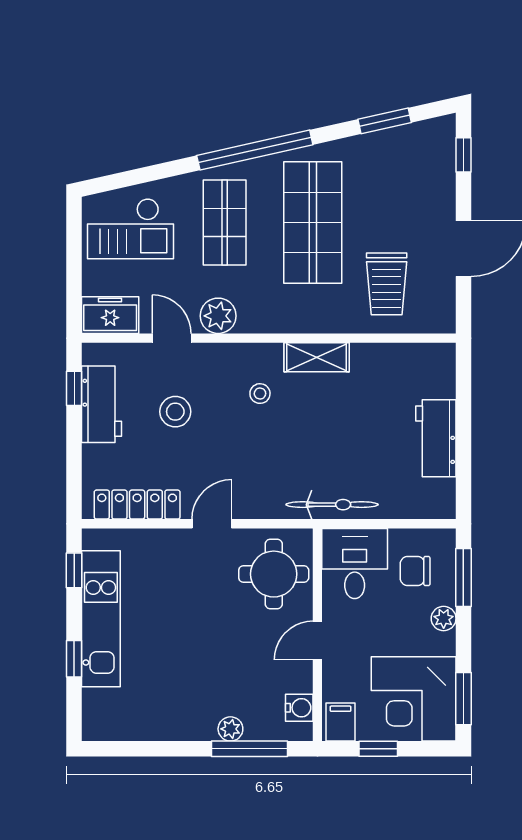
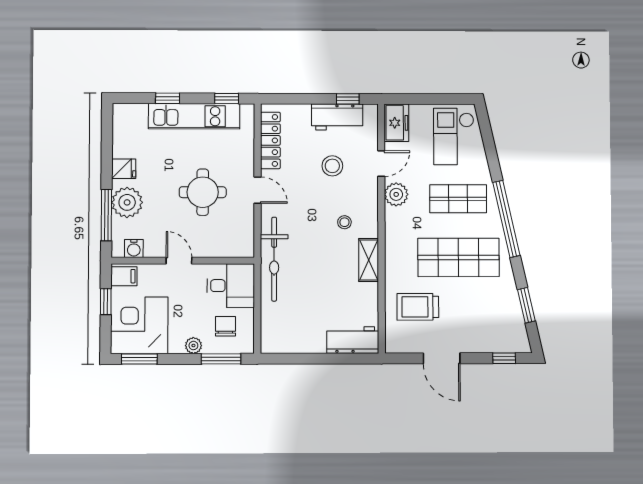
workbench: (436, 438) -> (353, 340), moved
bicycle: (332, 505) -> (274, 259), width x1.37, depth x1.40
round table: (274, 574) -> (203, 192), moved
fridge: (180, 724) -> (124, 169), added
plant: (230, 729) -> (127, 202), width x1.88, depth x1.88

